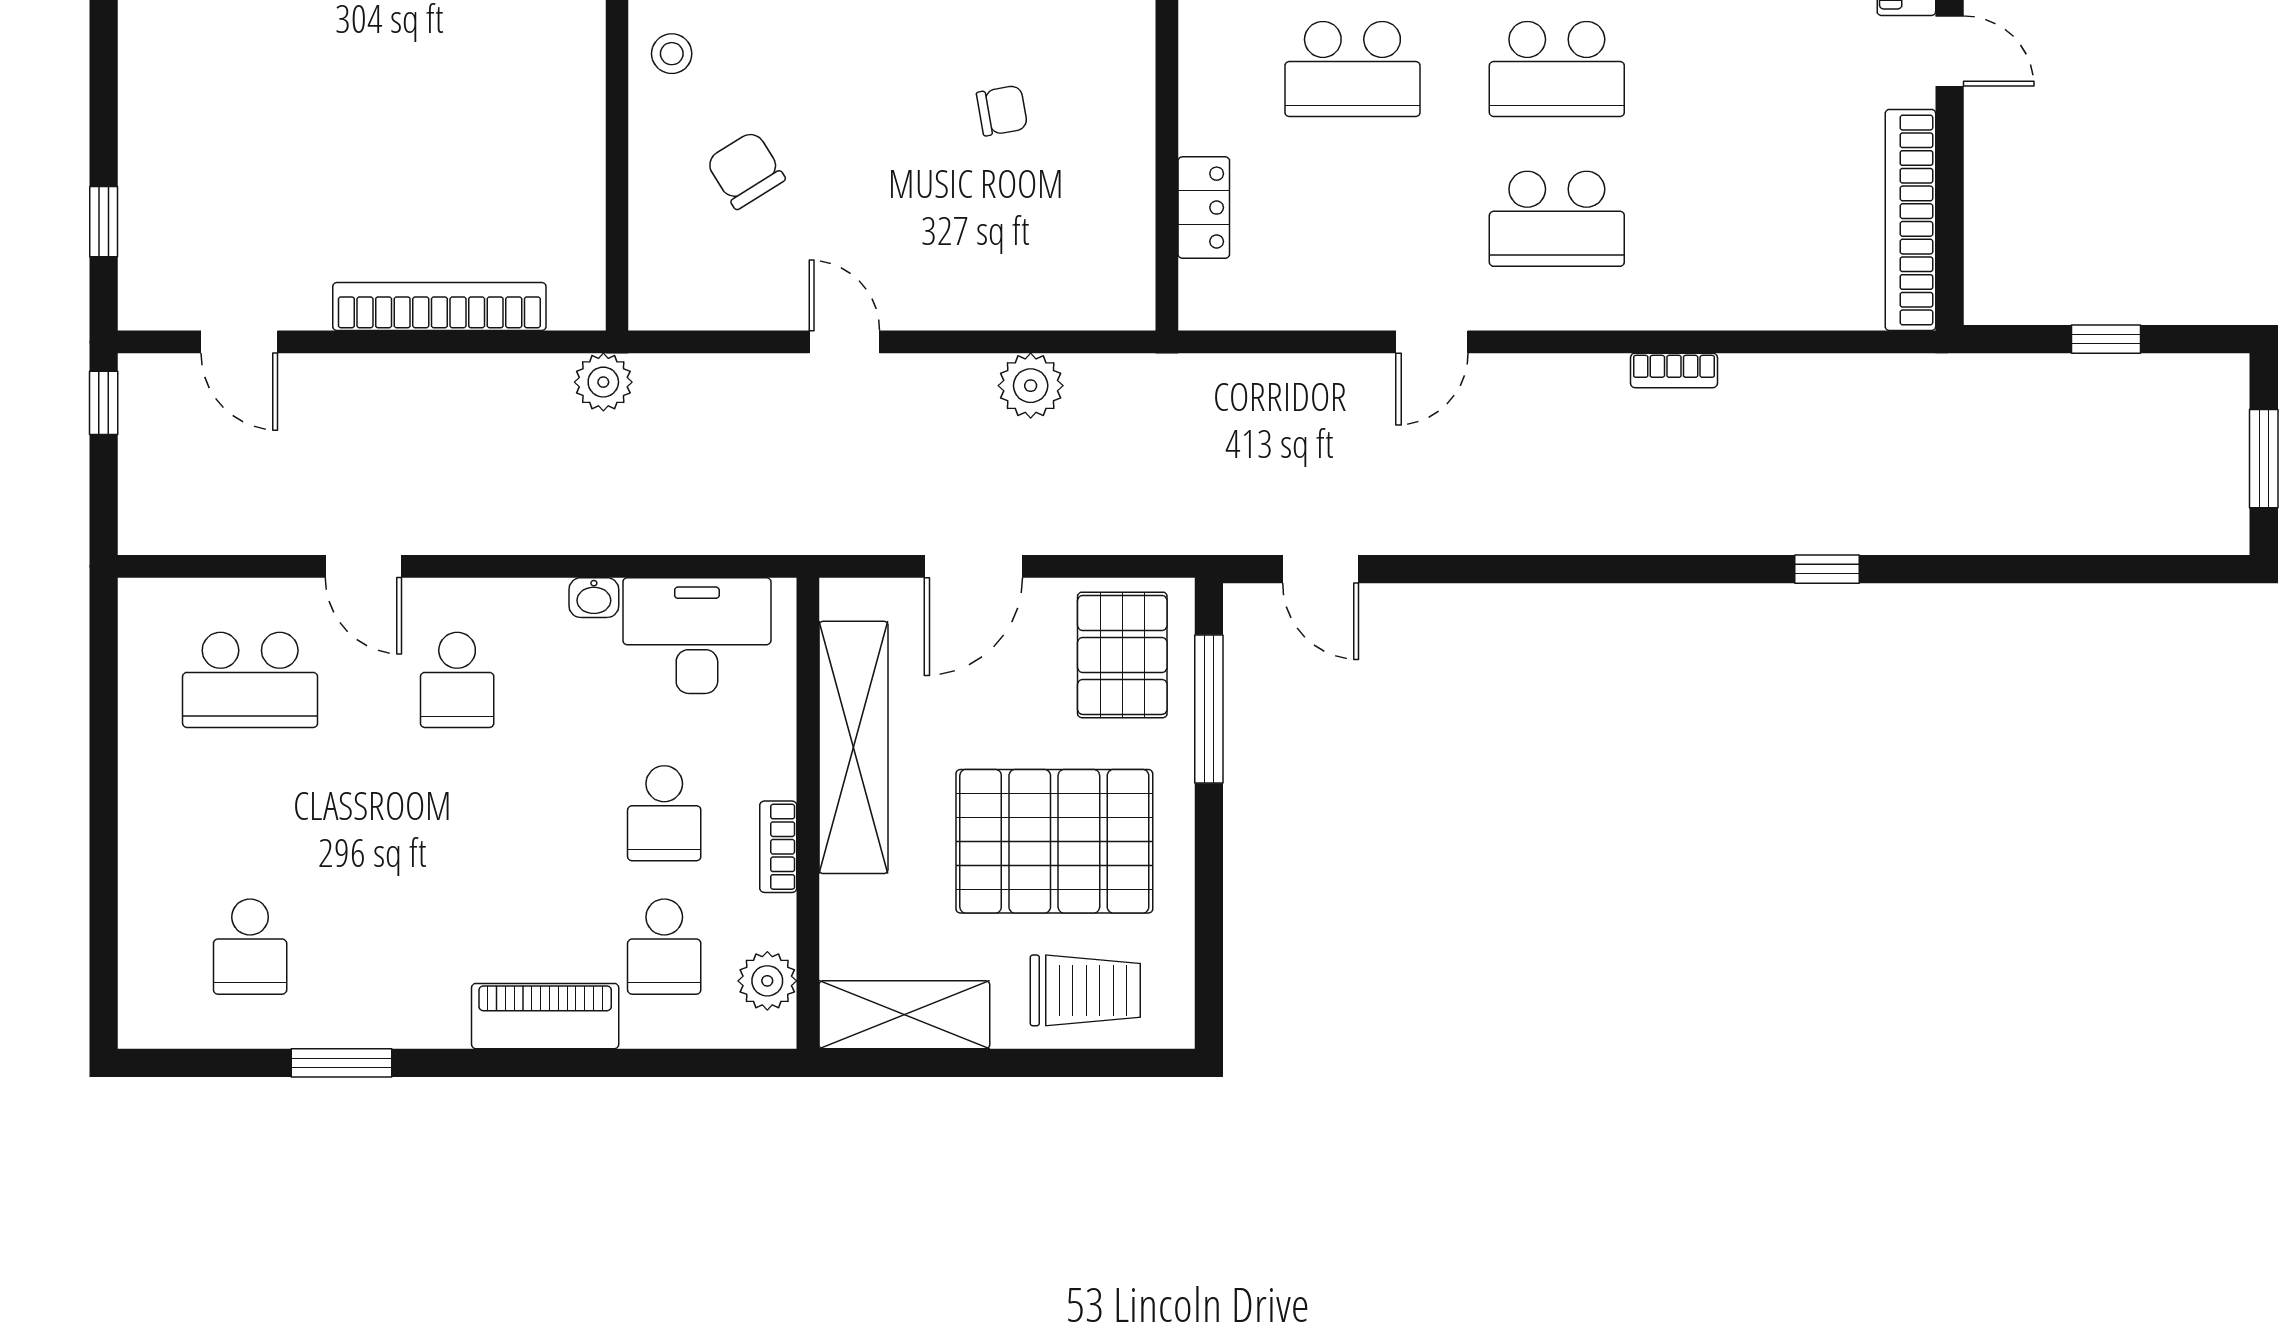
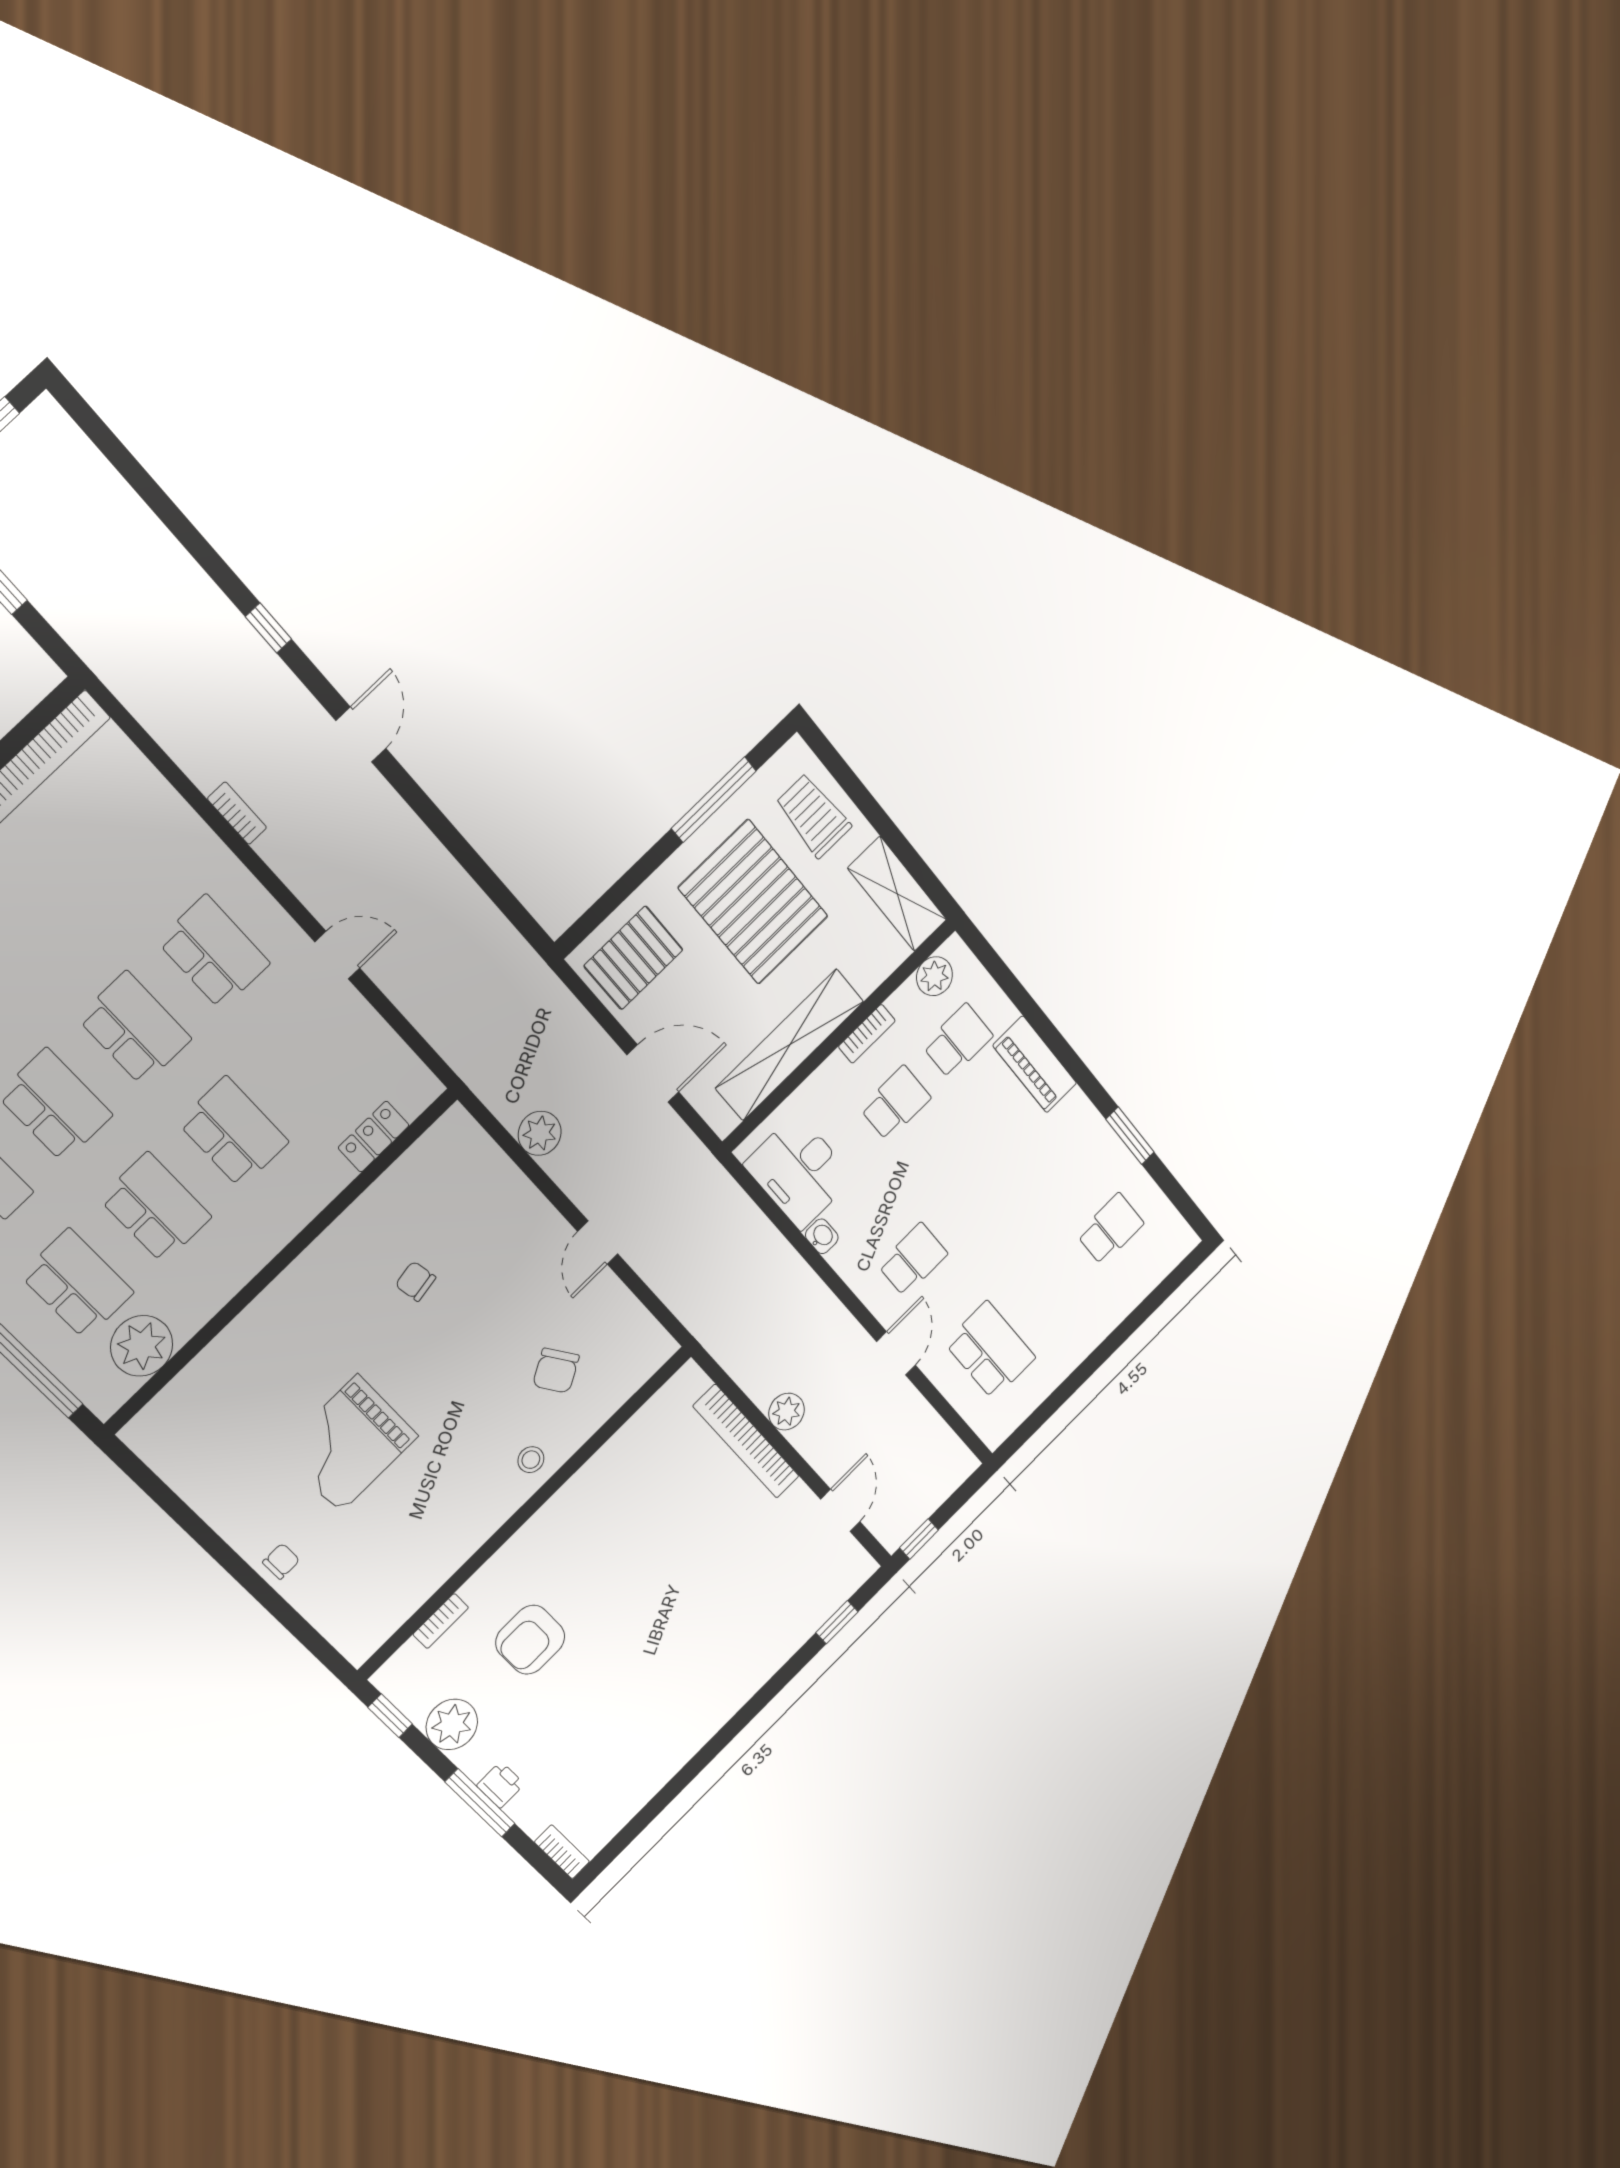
plant: (603, 382) -> (787, 1412), moved
door: (1321, 569) -> (361, 735), moved
window: (1209, 709) -> (714, 800), moved

